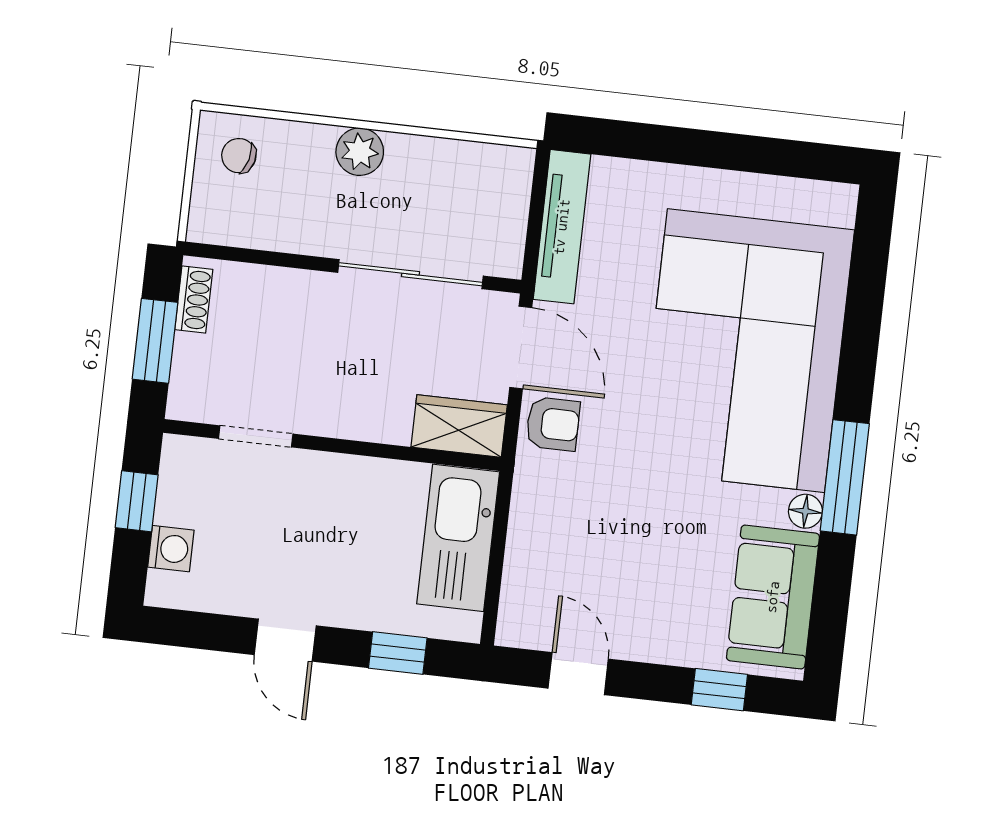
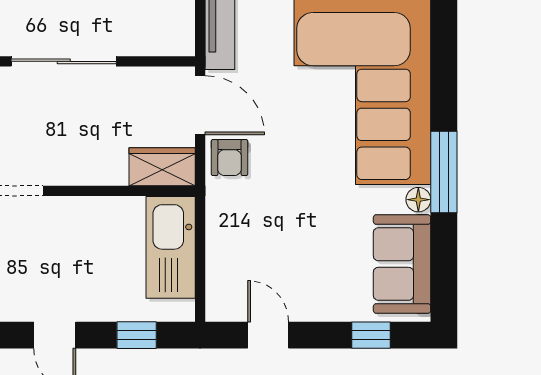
sliding door: (410, 274) -> (64, 61), moved
armchair: (553, 424) -> (229, 158), turned 90

